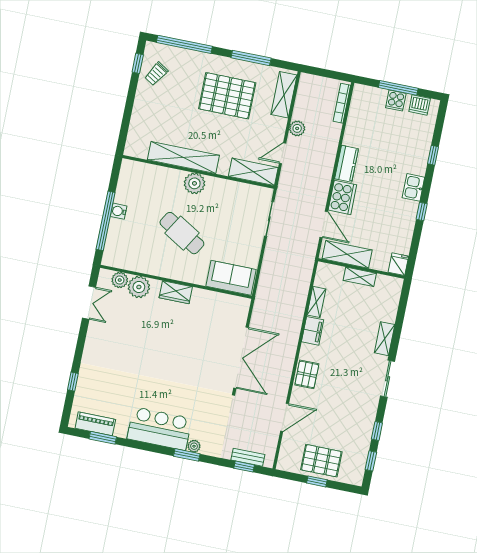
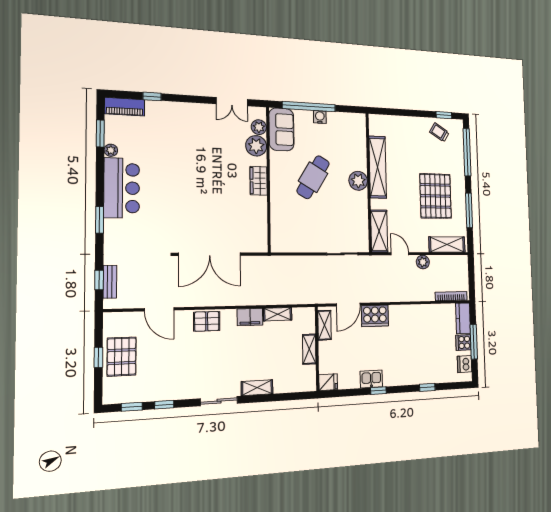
kitchen counter: (347, 164) -> (463, 318), moved, turned 90
kitchen sink: (413, 187) -> (371, 379), moved
shelving: (347, 254) -> (324, 325), width x0.67, depth x0.75
sofa: (231, 278) -> (281, 129), moved
piano: (95, 424) -> (125, 107), moved, turned 90
plant: (194, 446) -> (111, 150), moved

